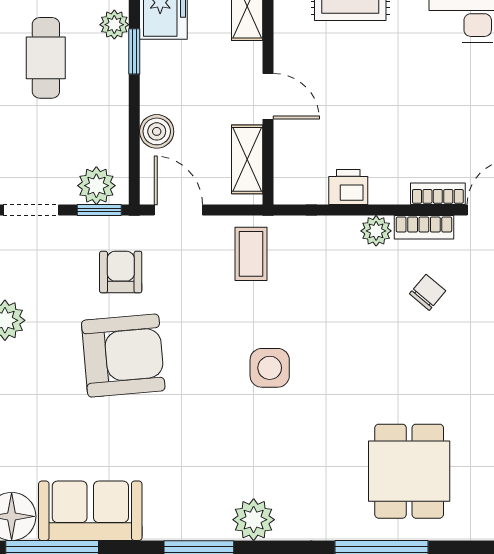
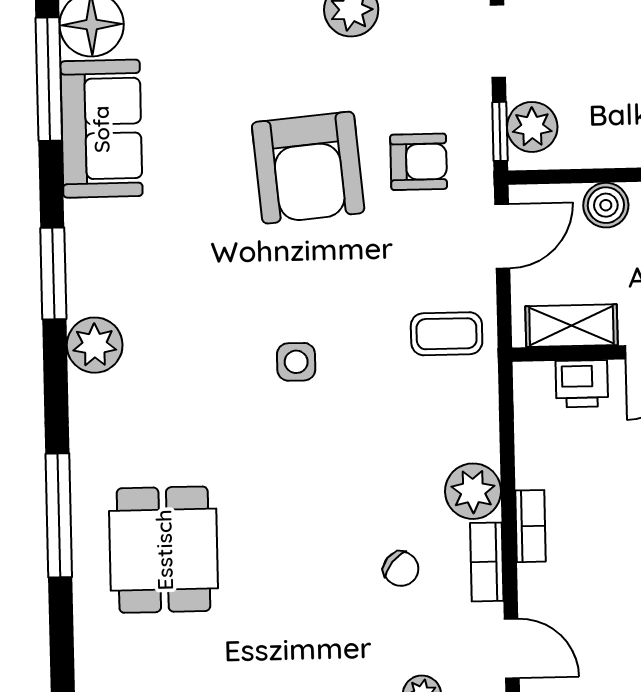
printer: (348, 187) -> (582, 384), moved, turned 90
bookcase: (438, 194) -> (530, 526), moved
plant: (376, 231) -> (473, 491), width x1.38, depth x1.38
side table: (270, 368) -> (296, 362), width x0.73, depth x0.73
dining table: (409, 471) -> (164, 550), turned 90

